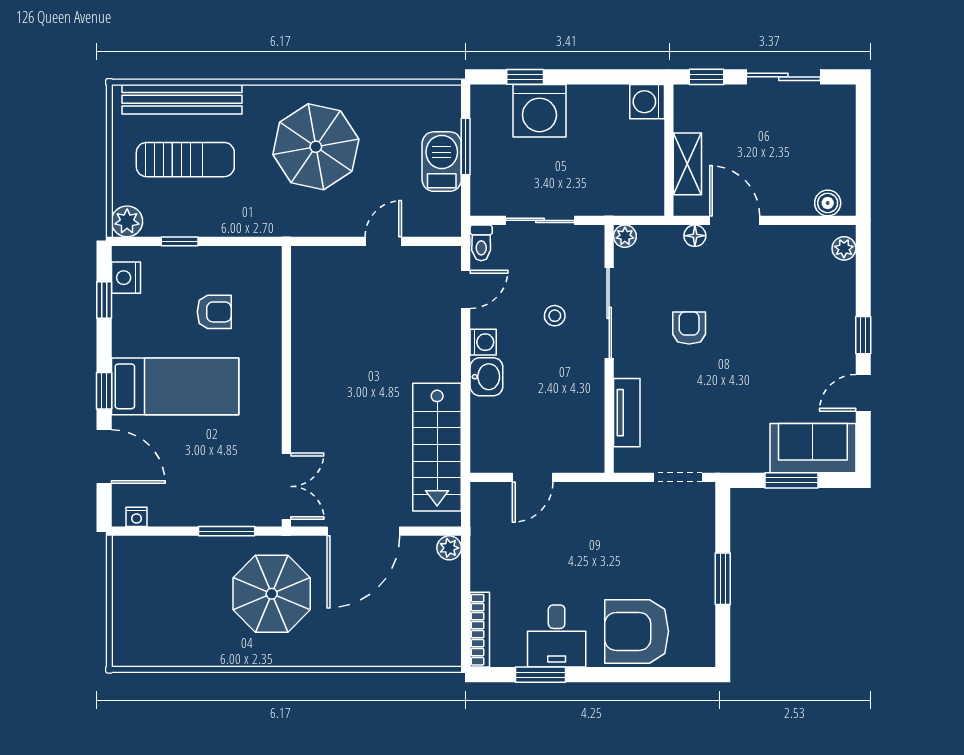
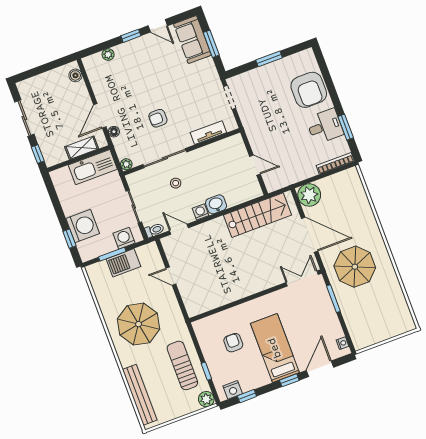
washing machine: (647, 102) -> (124, 238), moved, turned 180
sun lounger: (185, 160) -> (182, 365), moved
kitchen sink: (643, 171) -> (93, 167), added
plant: (844, 248) -> (108, 55), moved
plant: (449, 548) -> (309, 195), width x1.88, depth x1.88

